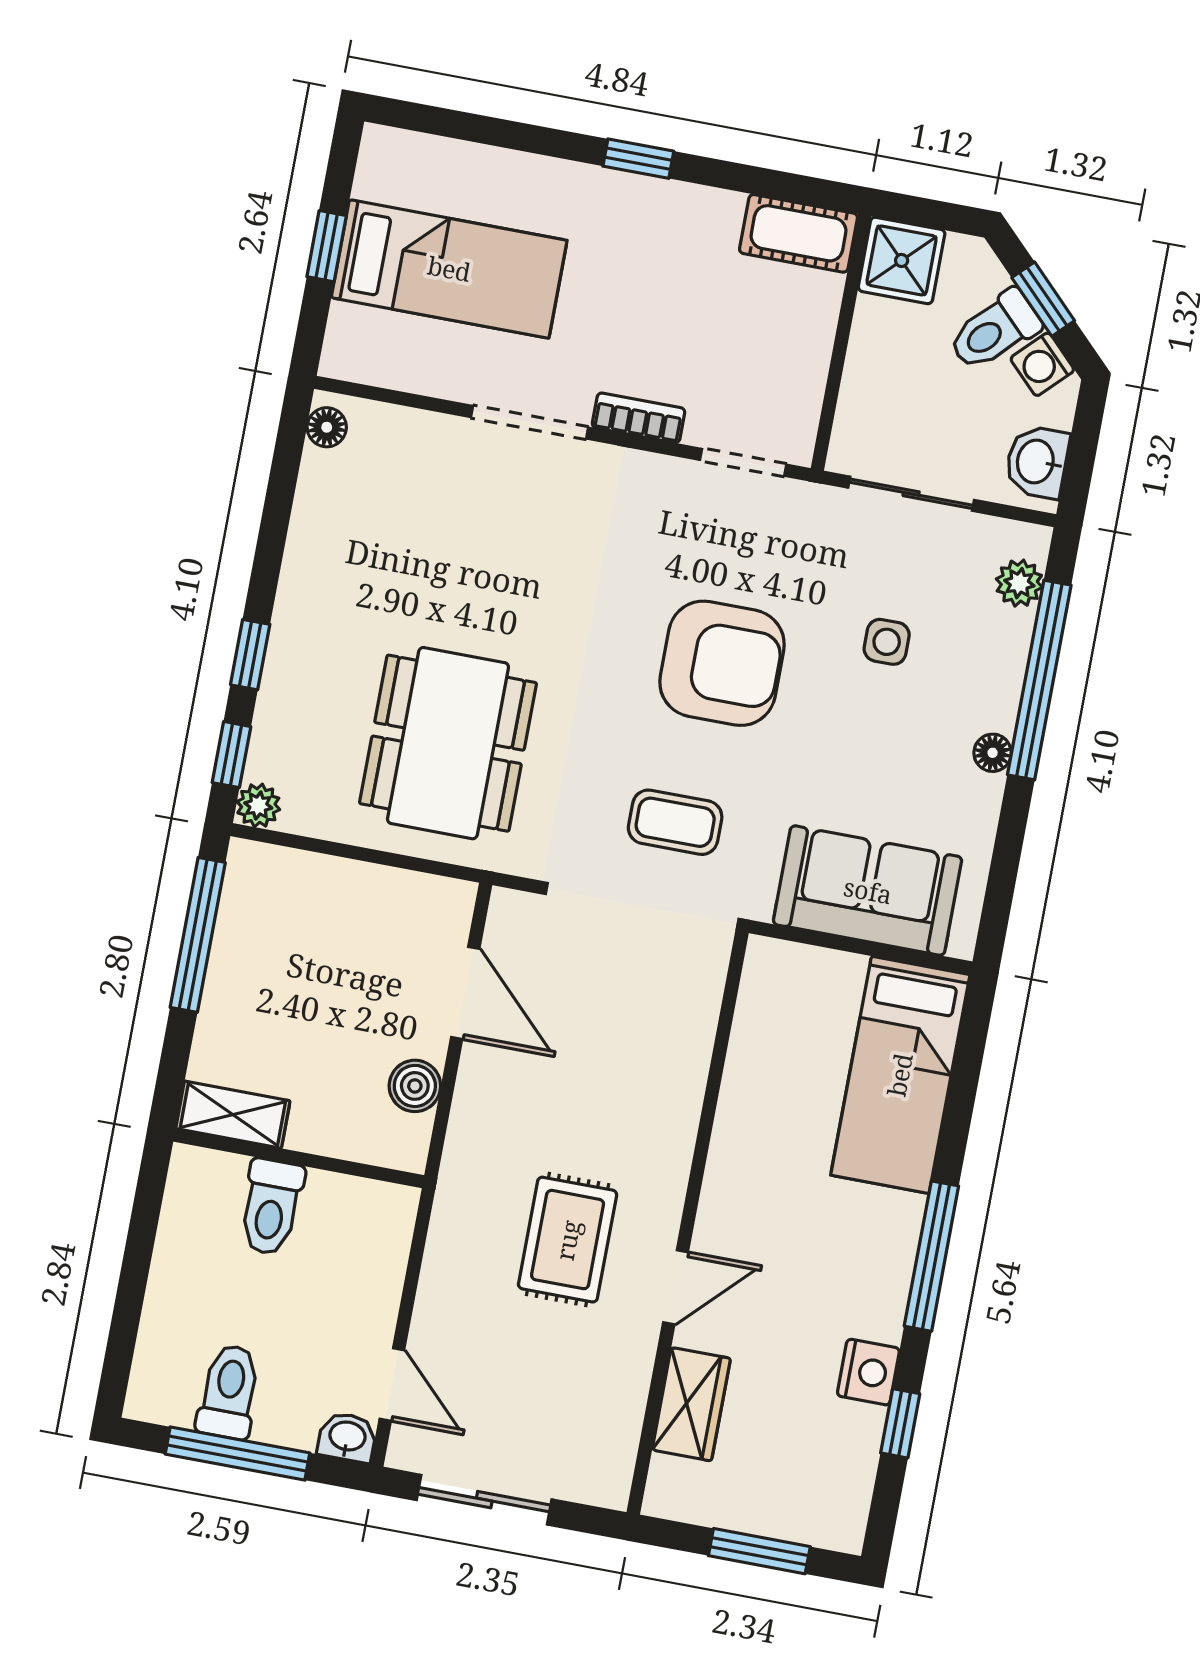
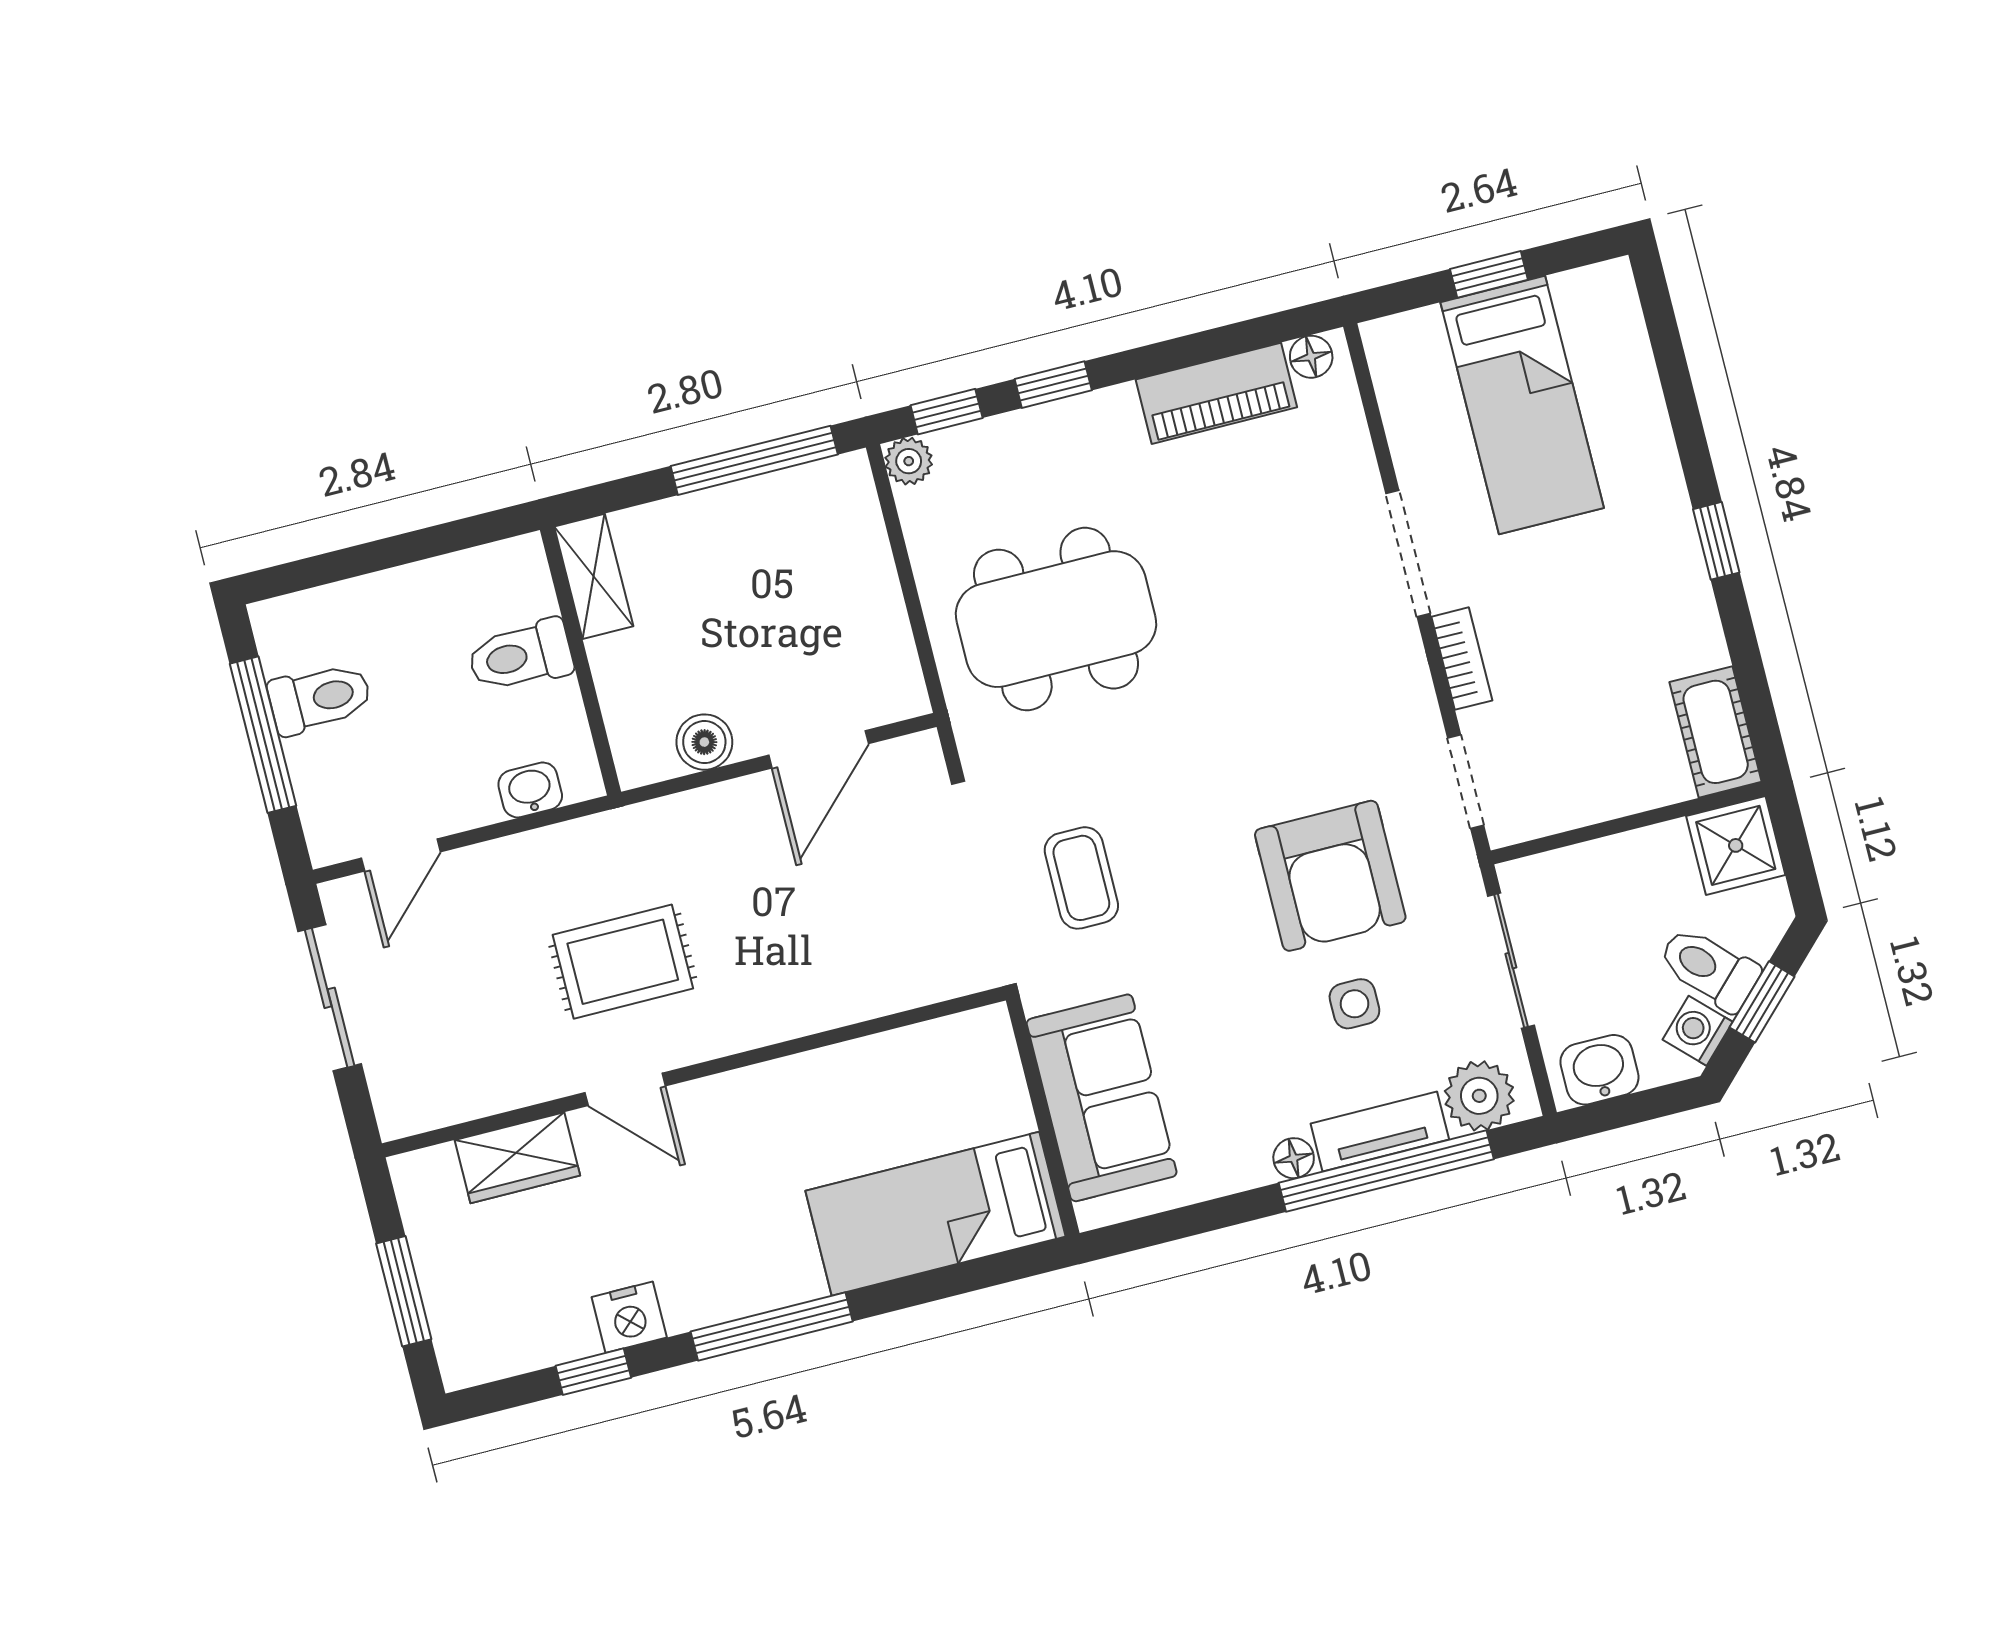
piano: (321, 521) -> (1216, 393), added
plant: (1019, 583) -> (1479, 1096), width x1.38, depth x1.38
armchair: (722, 663) -> (1330, 876), moved
tv unit: (1004, 670) -> (1380, 1131), added
washbasin: (347, 1437) -> (530, 790), moved, turned -90

